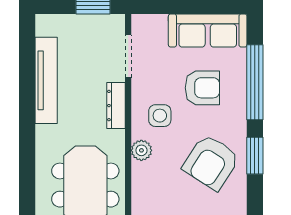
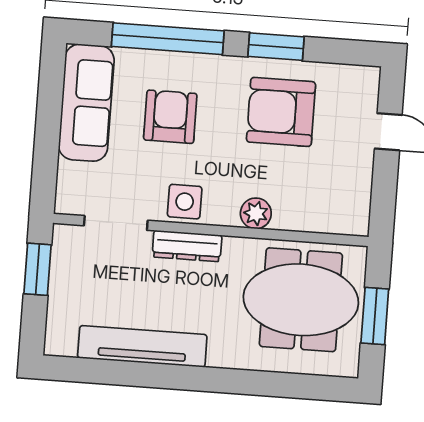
side table: (160, 116) -> (185, 202), moved
armchair: (211, 162) -> (281, 112), turned 147

